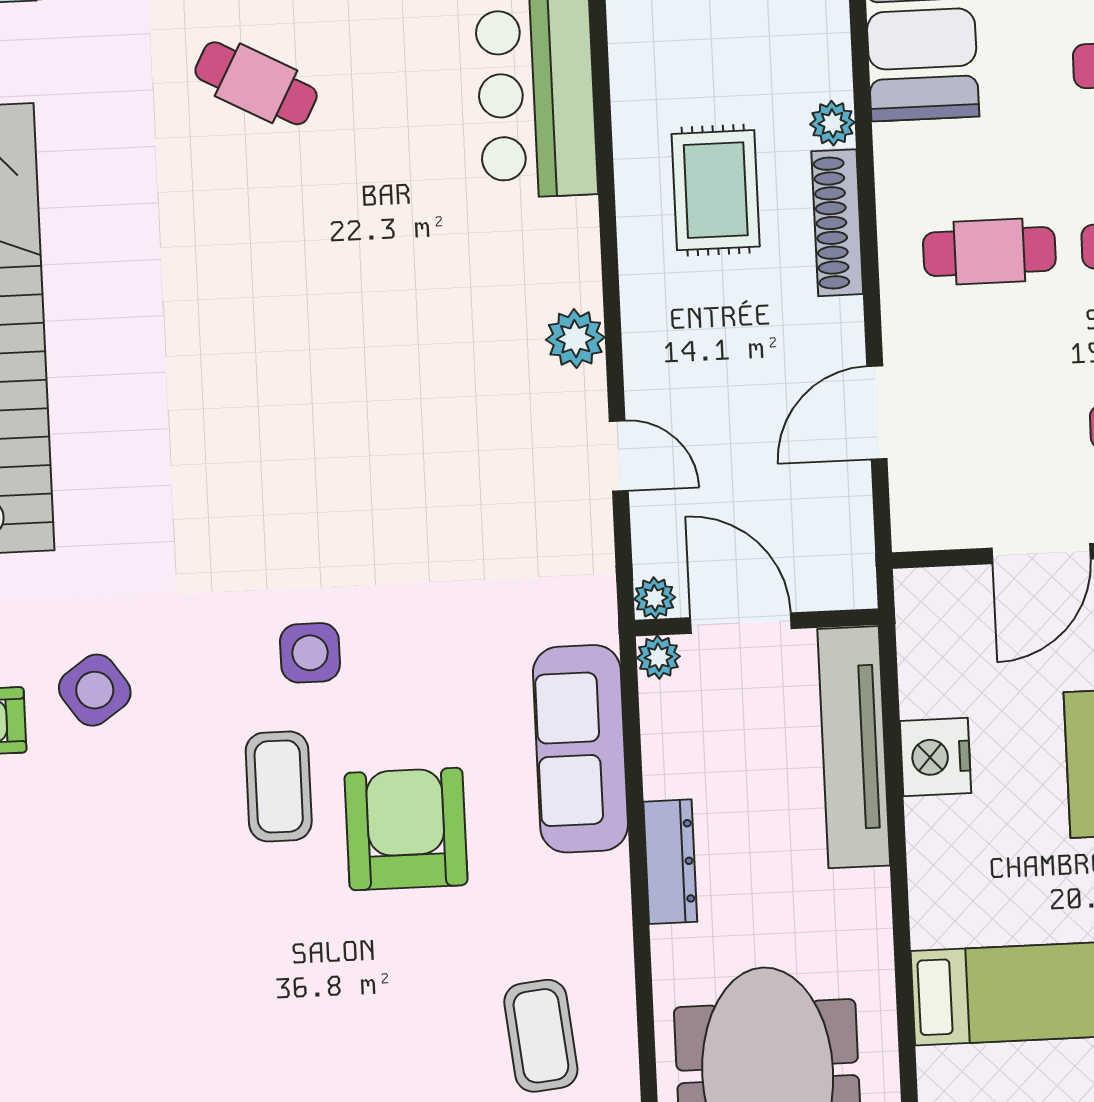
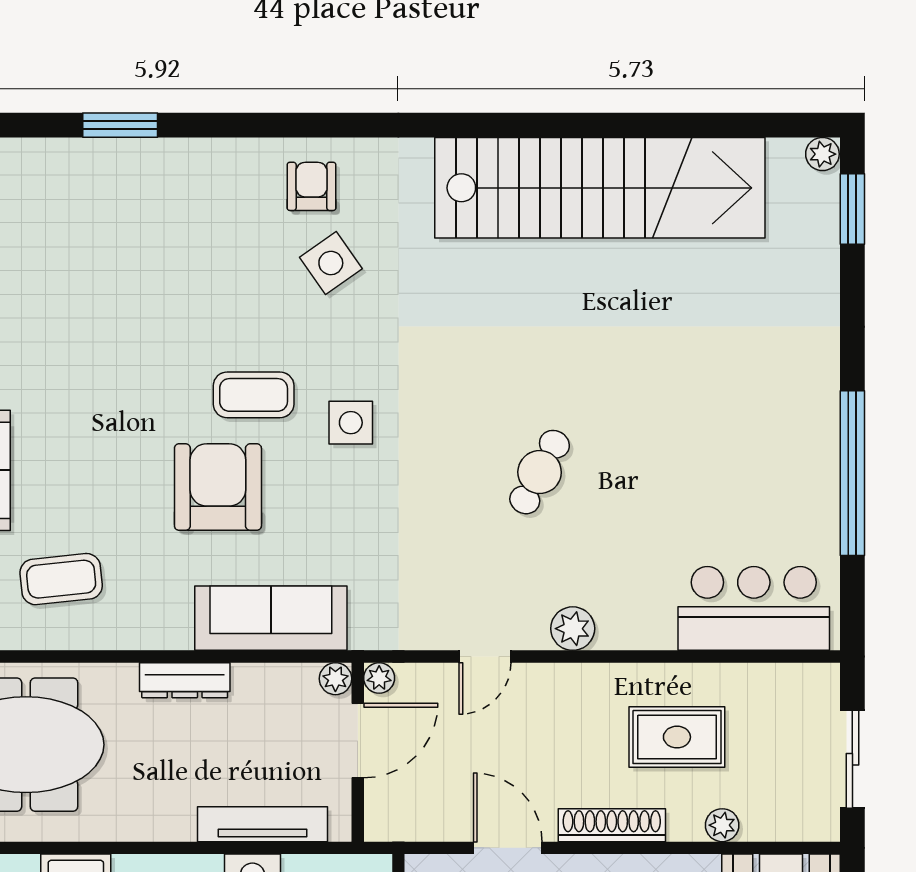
cafe table: (256, 83) -> (540, 472), moved
shoe rack: (837, 223) -> (612, 825), moved
tv unit: (854, 747) -> (263, 824), width x0.73, depth x0.78
armchair: (406, 829) -> (218, 487), turned -90

